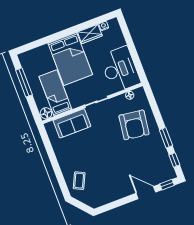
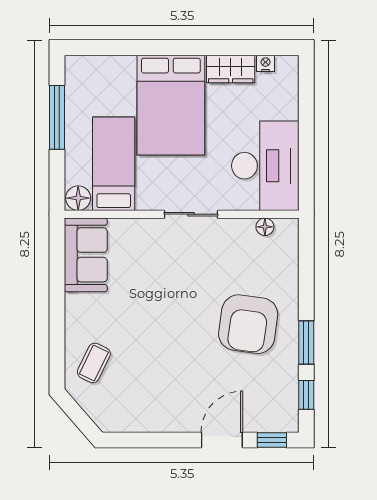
sofa: (72, 123) -> (86, 255), moved, turned -90
armchair: (134, 125) -> (248, 324), moved
door: (146, 193) -> (222, 440), hinge flipped

